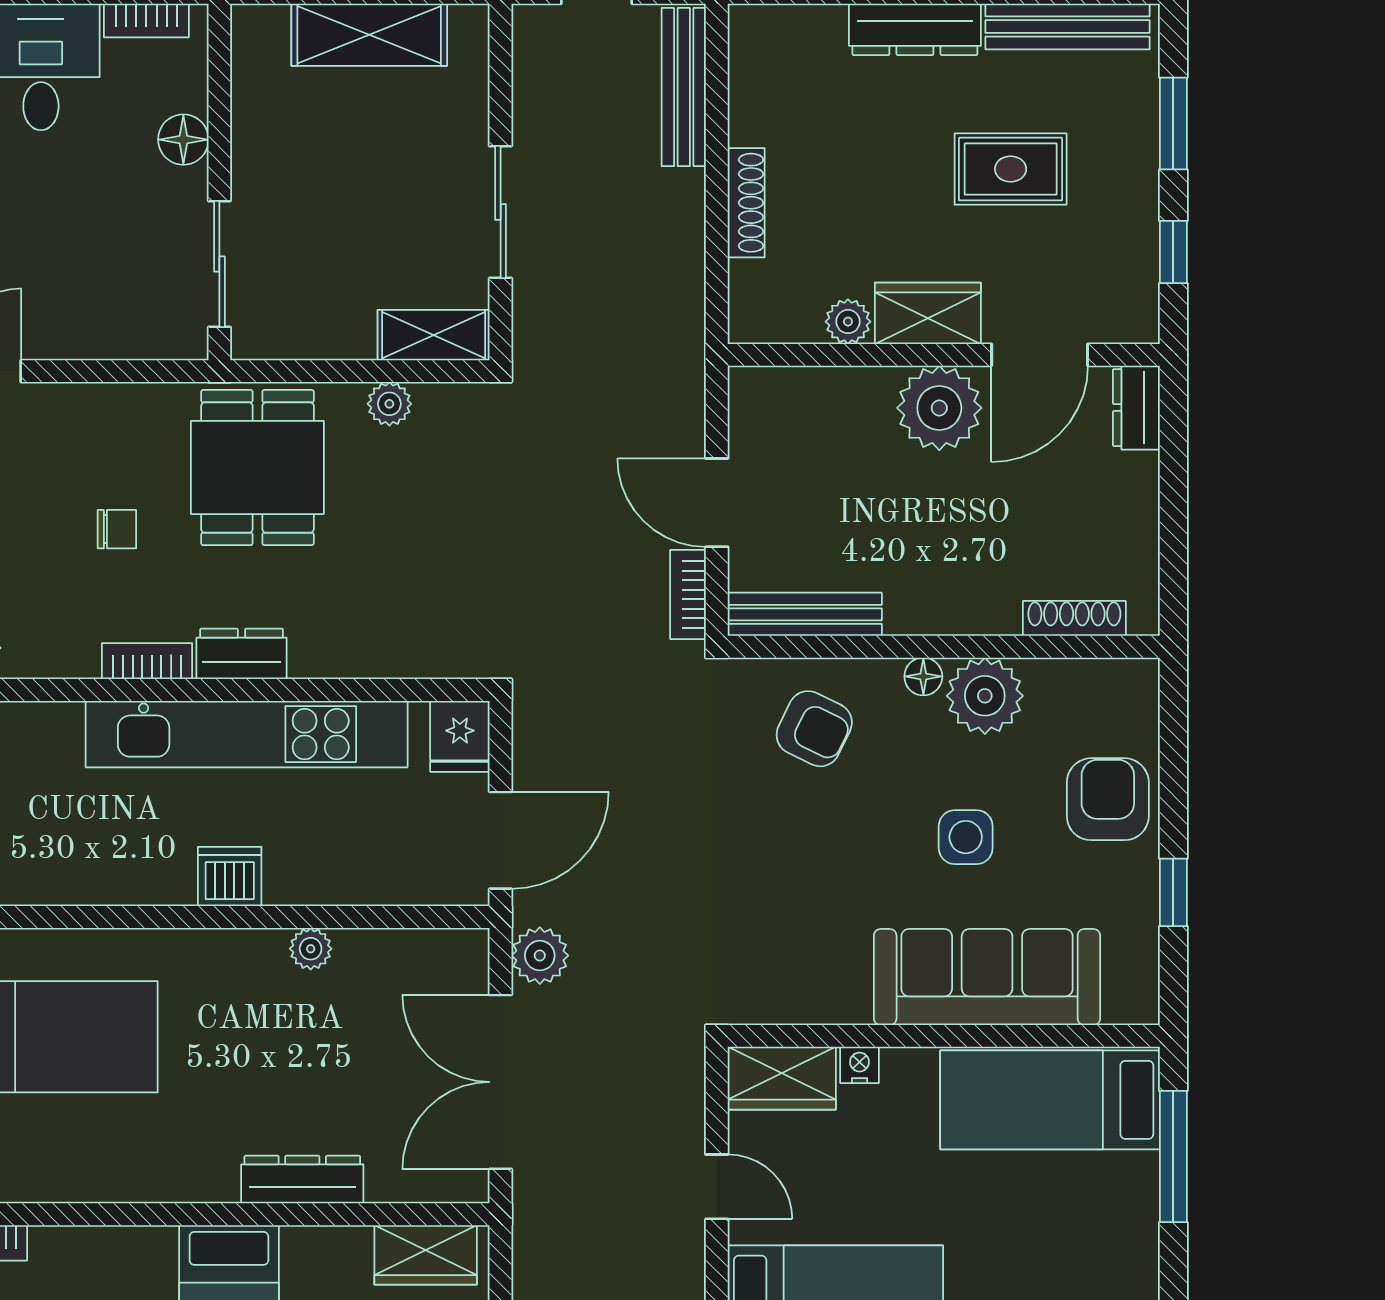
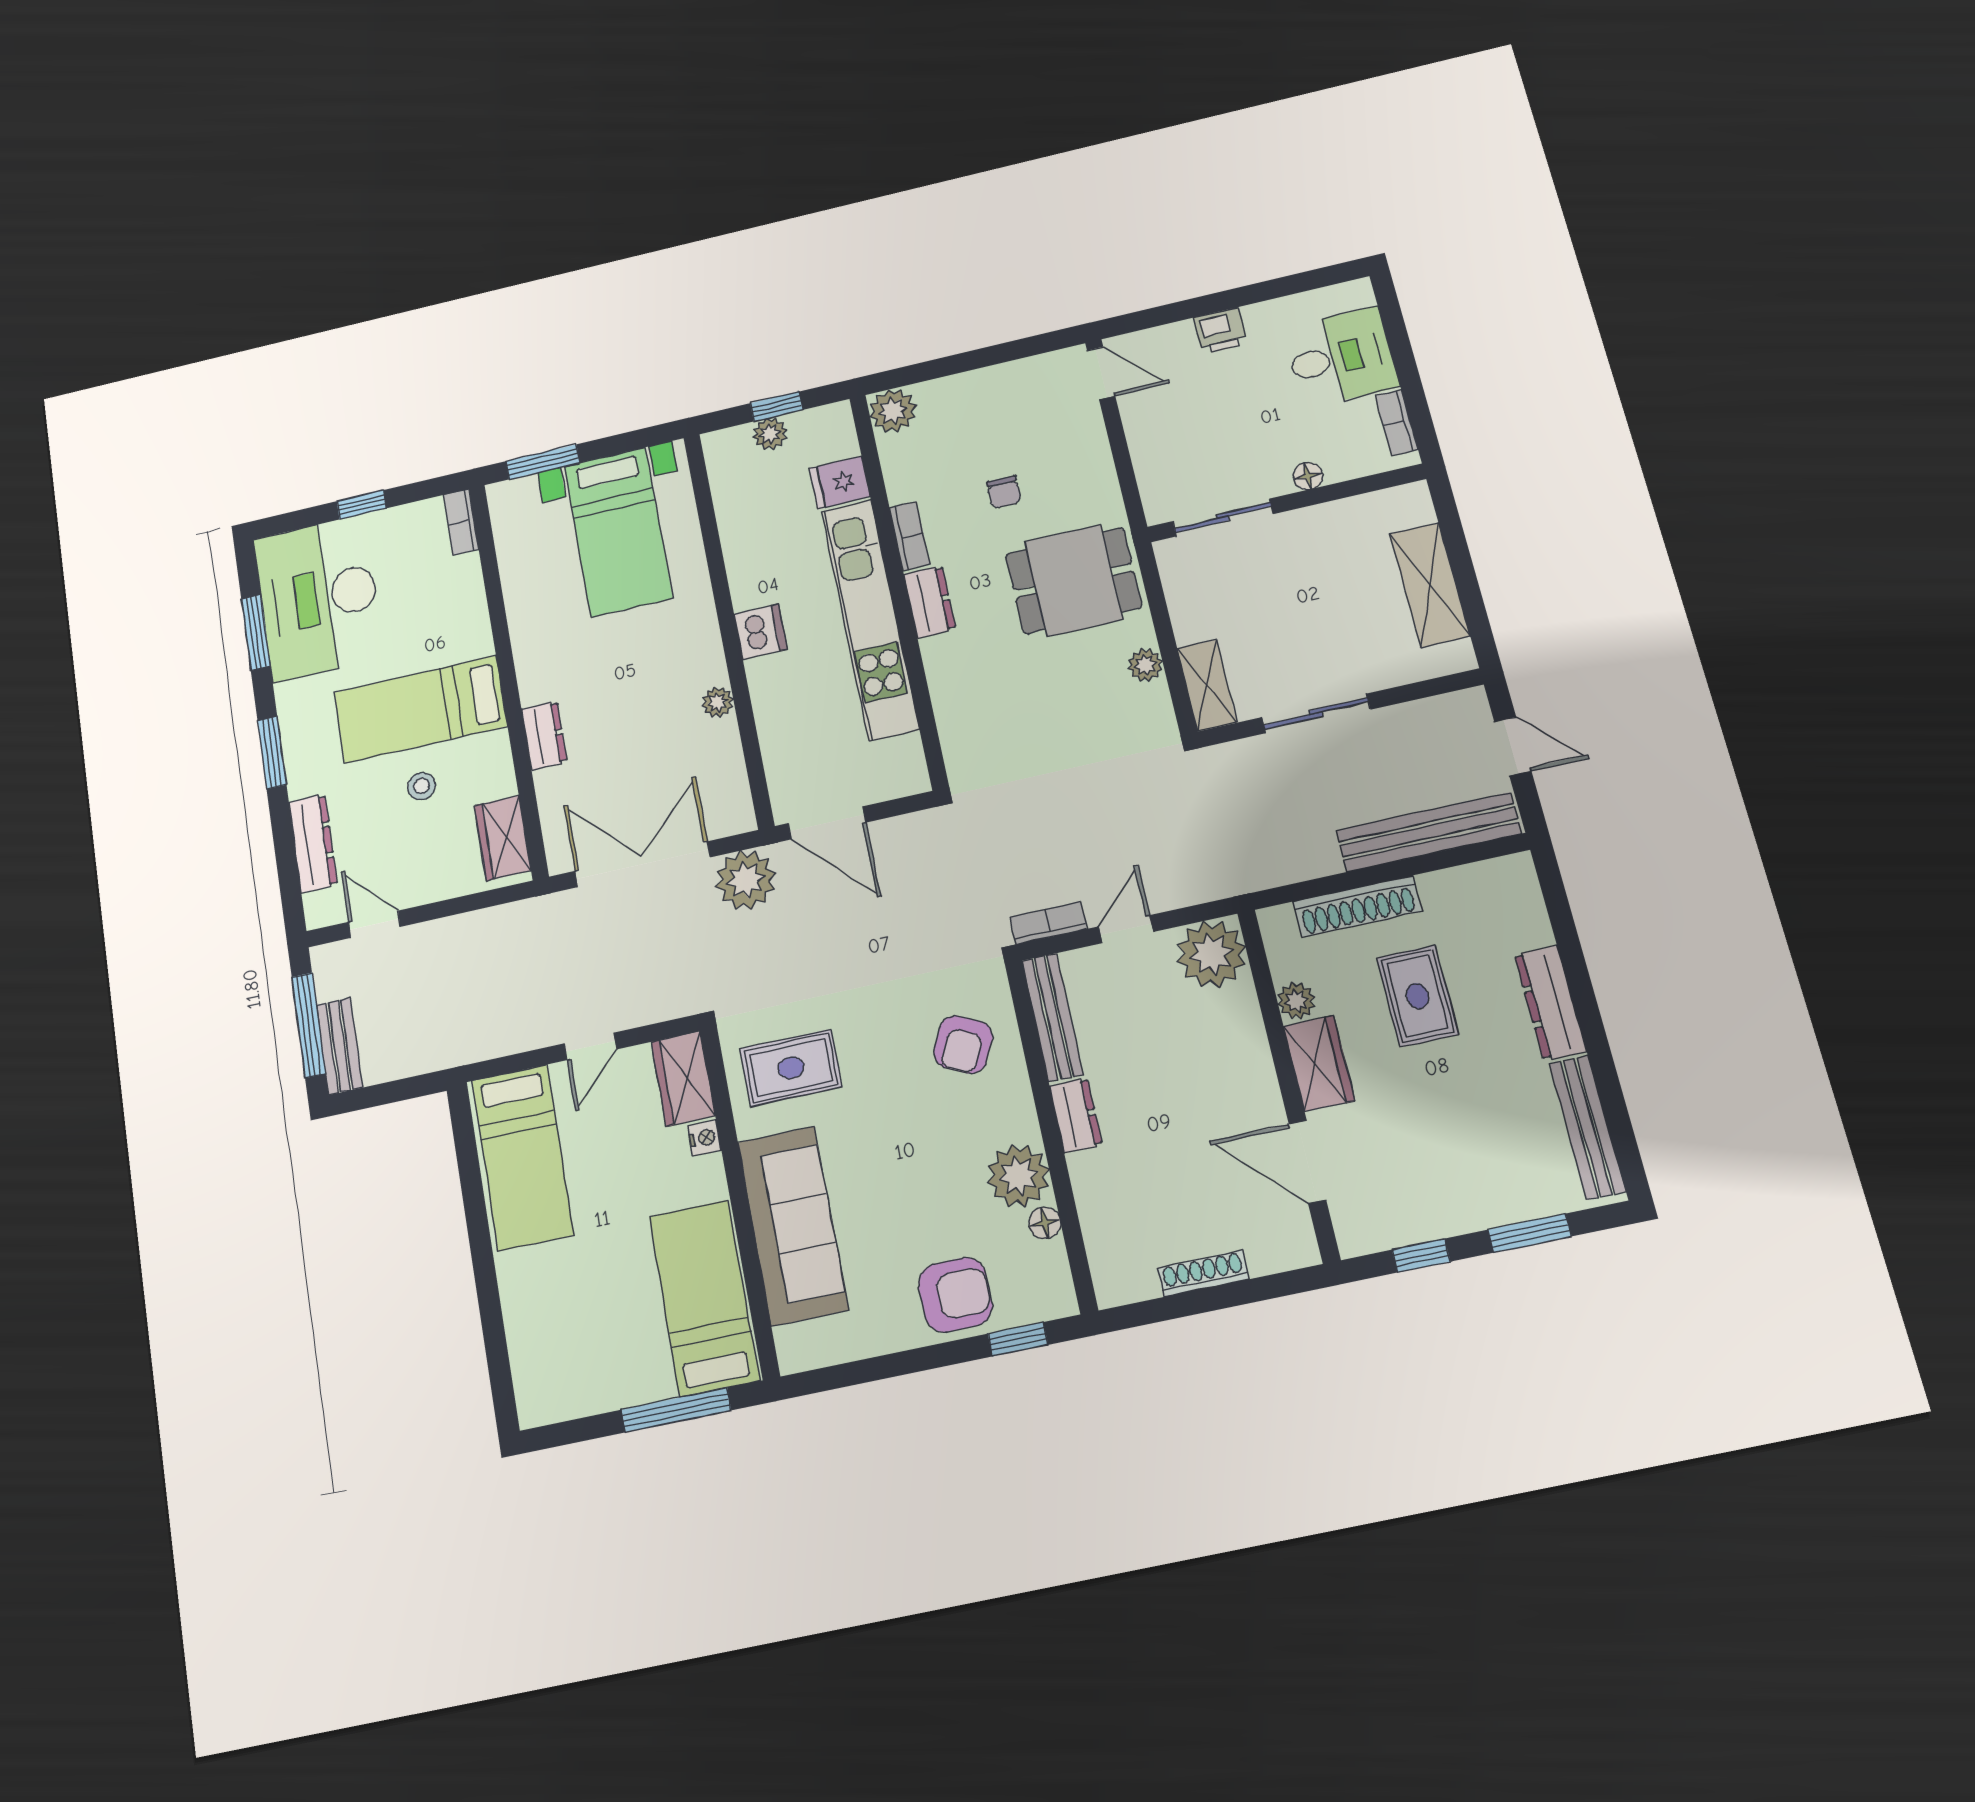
bench: (684, 87) -> (1429, 832), width x1.37, depth x1.21
floor lamp: (183, 140) -> (1308, 476), width x0.73, depth x0.73
rug: (1011, 169) -> (1417, 996), moved
shoe rack: (746, 203) -> (1357, 906), width x1.36, depth x1.24
plant: (939, 408) -> (1211, 954), moved
dresser: (1136, 408) -> (1076, 1115), moved, turned 90
door: (717, 503) -> (1126, 929), width x0.73
shoe rack: (1074, 618) -> (1203, 1273), moved, turned -90
floor lamp: (923, 676) -> (1045, 1223), moved
fridge: (460, 736) -> (840, 482), moved
side table: (966, 837) -> (901, 1184), removed
window: (1173, 892) -> (1018, 1339), moved
rug: (797, 943) -> (791, 1068), added
plant: (540, 956) -> (746, 880), width x1.36, depth x1.36
dresser: (302, 1180) -> (544, 736), width x0.70

